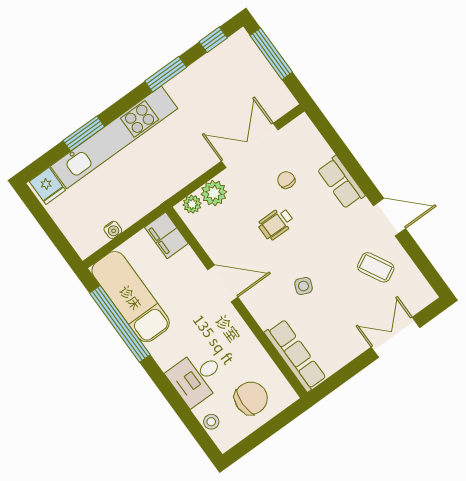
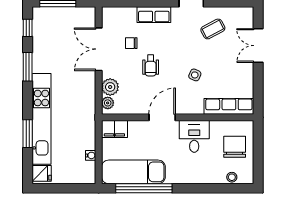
desk: (197, 377) -> (194, 136), moved, turned 180

